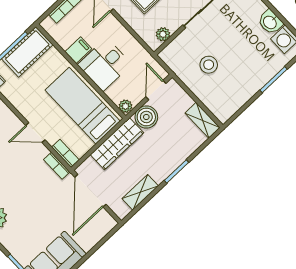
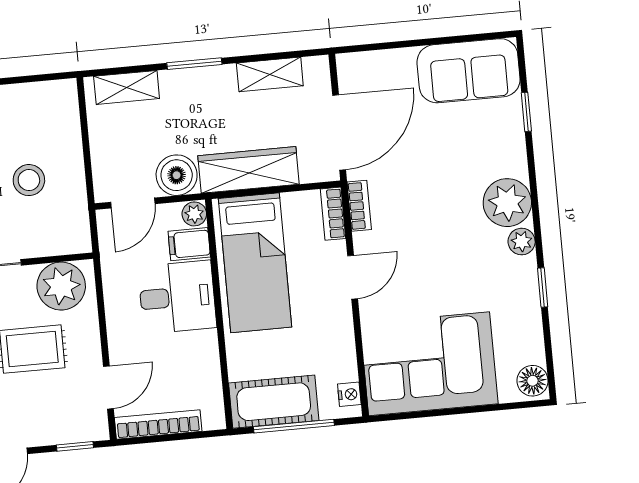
plant: (163, 34) -> (61, 286), width x1.88, depth x1.88
filing cabinet: (78, 50) -> (189, 244), moved
shelving: (203, 120) -> (127, 87), moved, turned 90
door: (35, 133) -> (353, 277), hinge flipped

